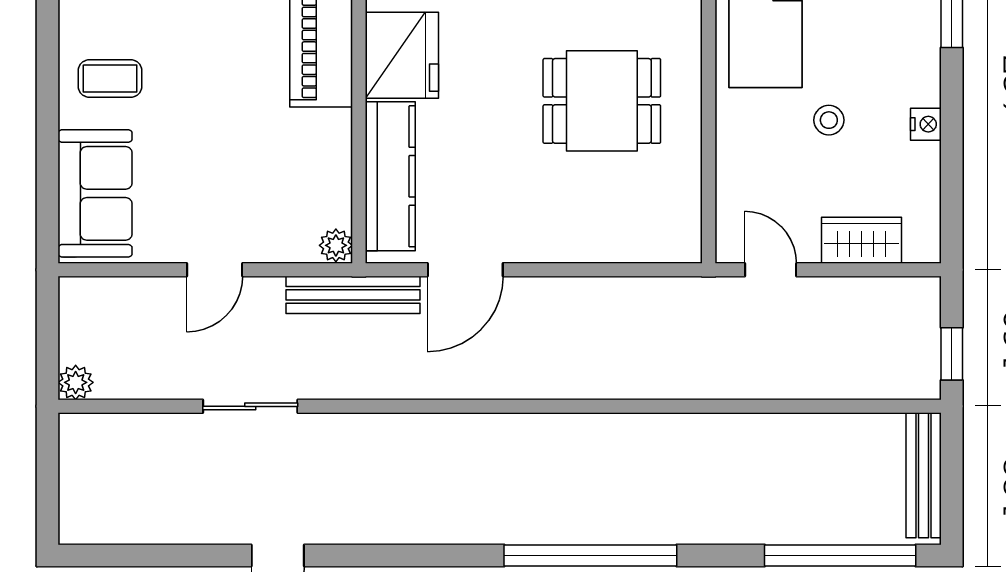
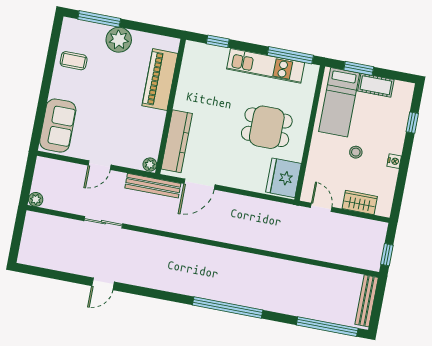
fridge: (402, 55) -> (284, 178), moved, turned 180
coffee table: (110, 78) -> (74, 61), moved

